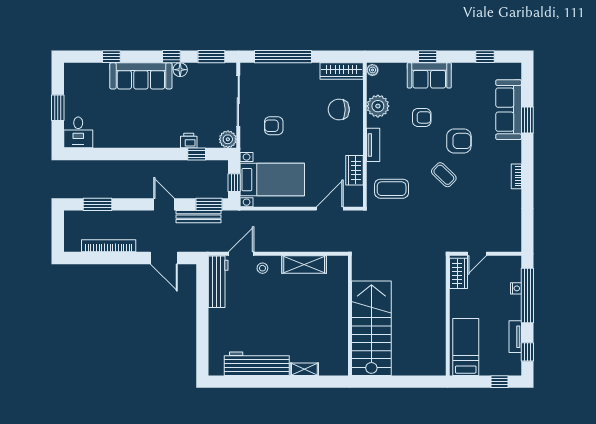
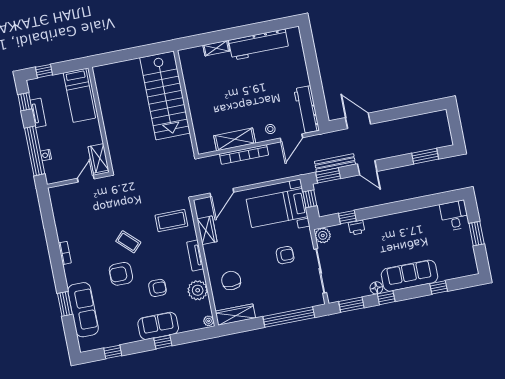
chair: (339, 110) -> (231, 281), turned -90
armchair: (422, 117) -> (157, 288), turned 180
bookcase: (109, 246) -> (244, 154), moved

